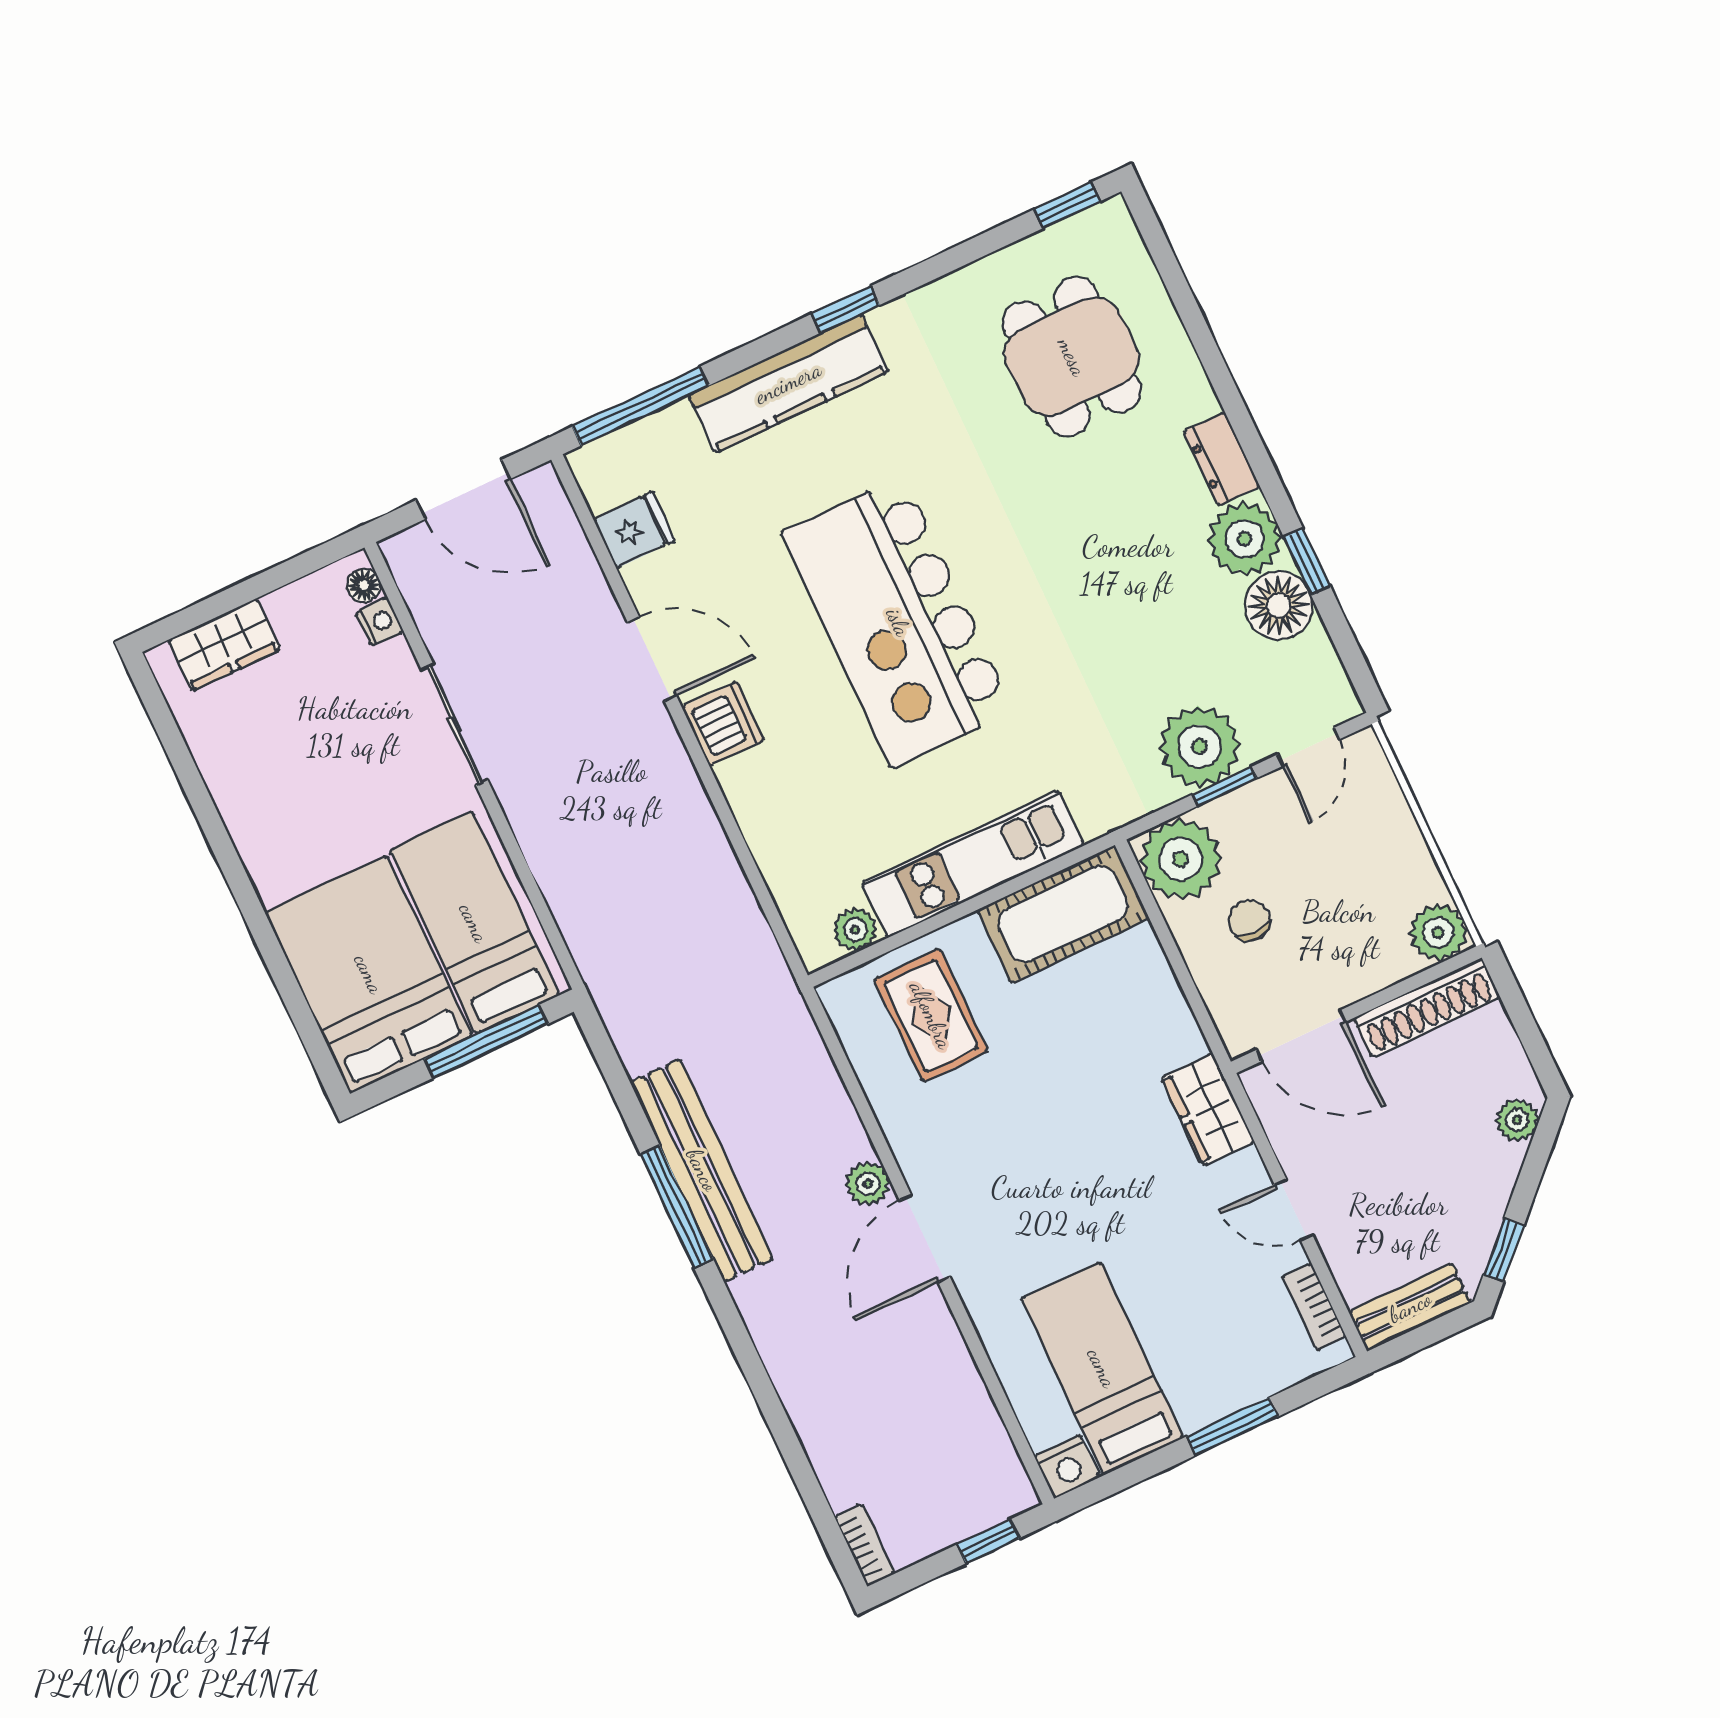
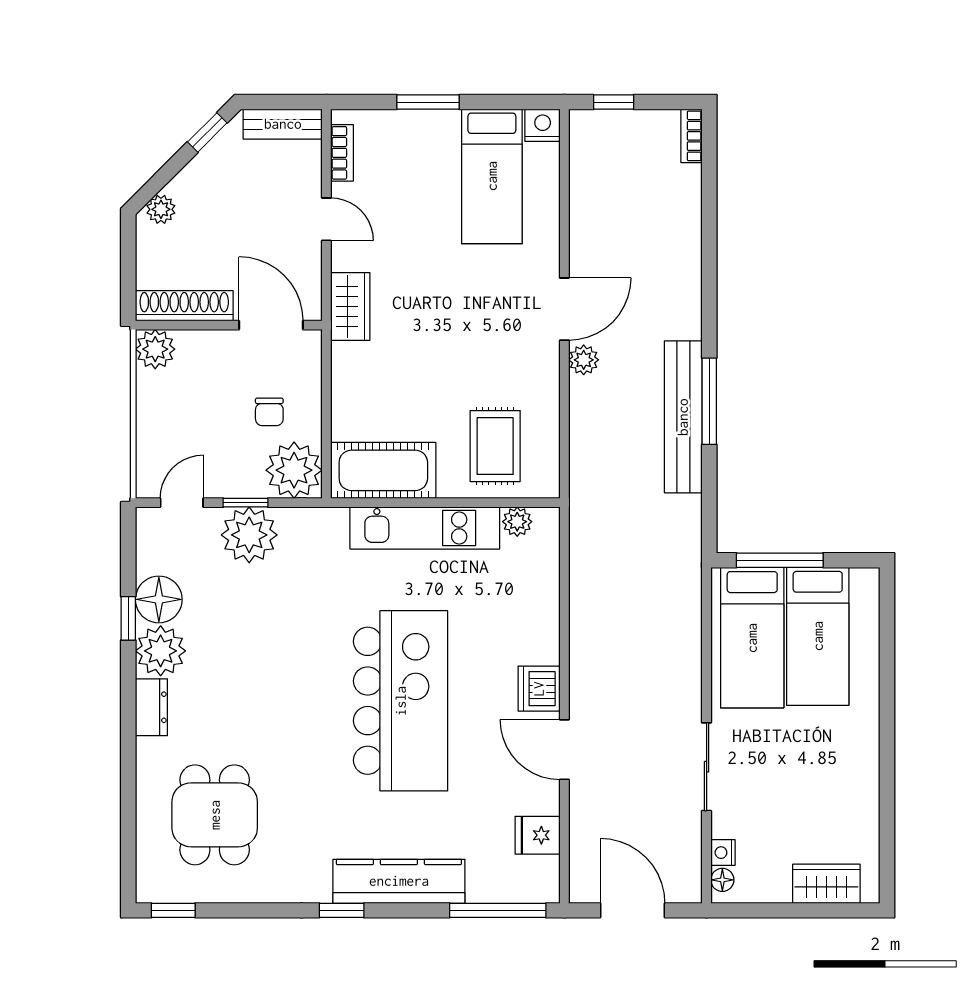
bed: (369, 974) -> (818, 636), width x0.67

